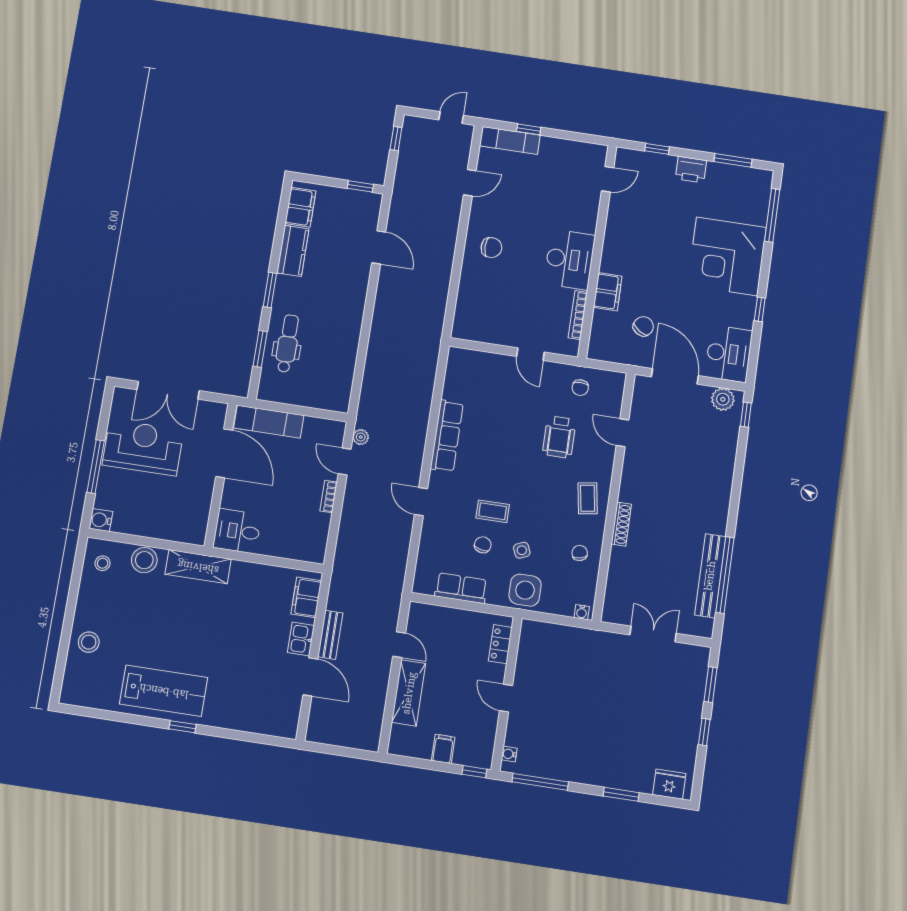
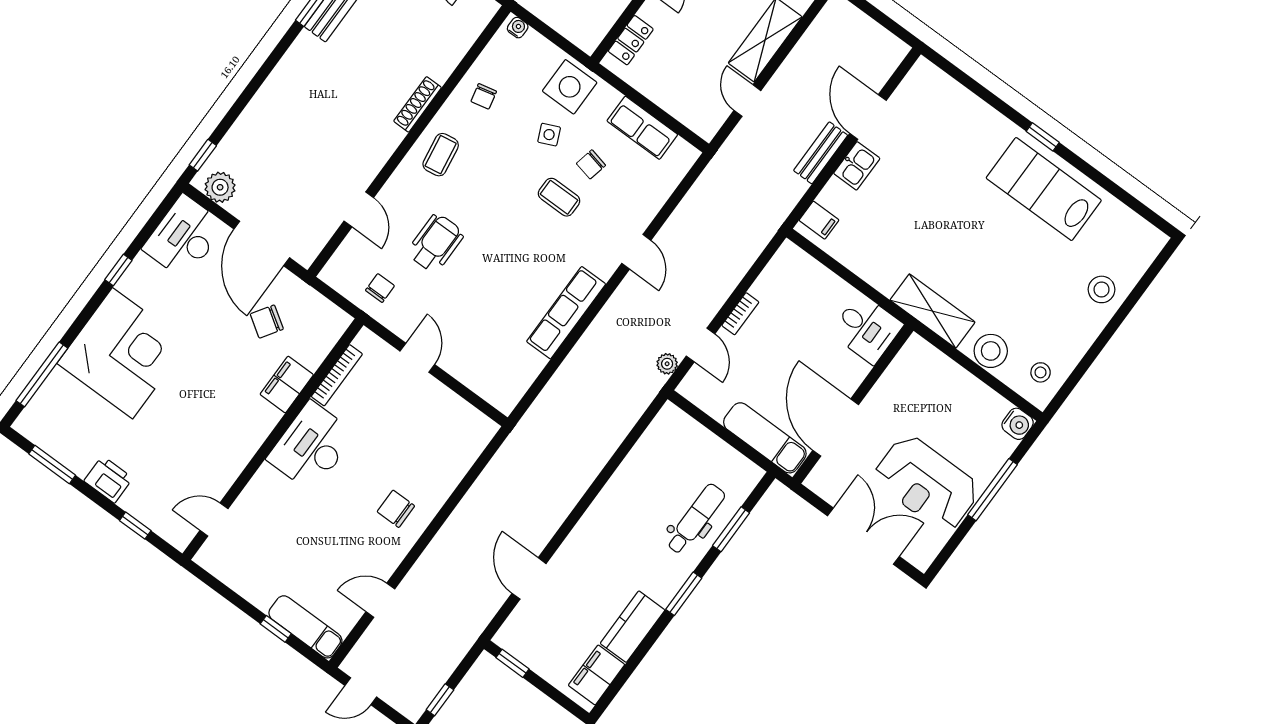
dental chair: (288, 344) -> (696, 519), turned 180
filing cabinet: (306, 597) -> (819, 220), width x0.50

